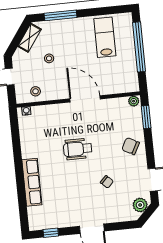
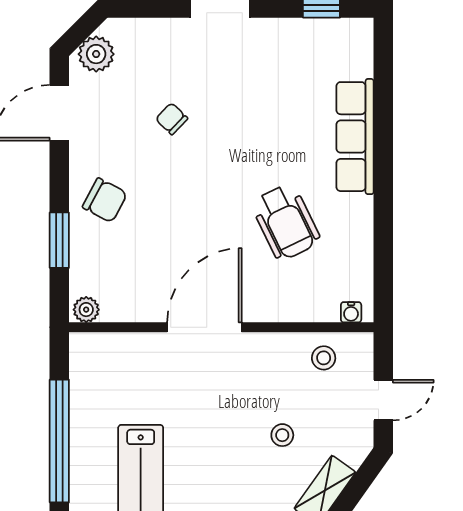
door: (85, 99) -> (204, 327), swing flipped
window: (146, 117) -> (59, 240), moved
wheelchair: (78, 149) -> (286, 222), moved, turned 64

